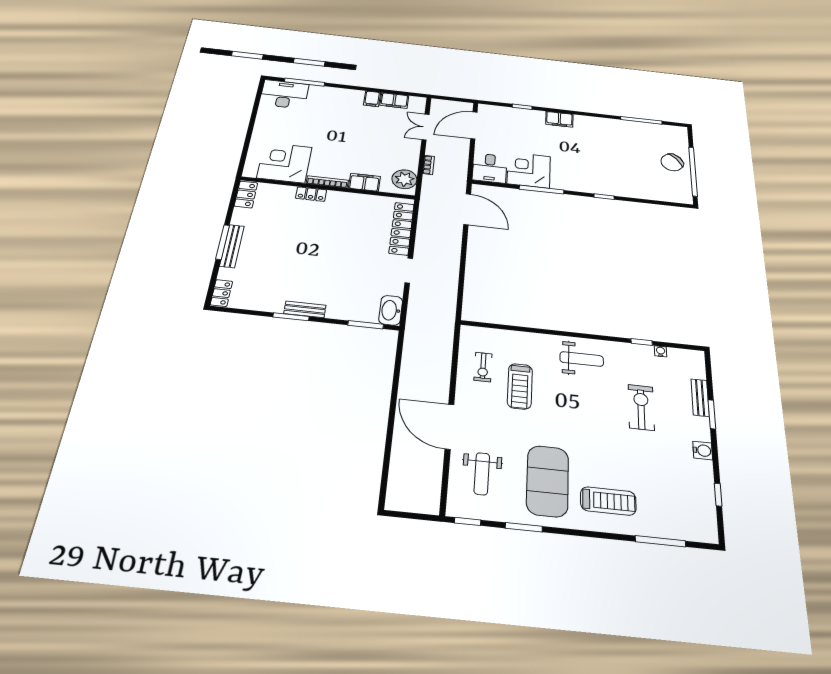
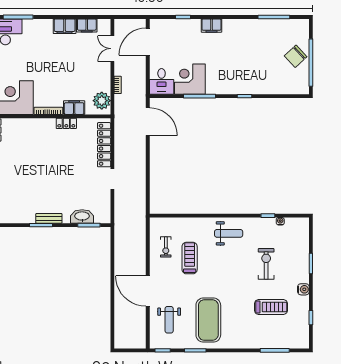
filing cabinet: (372, 99) -> (65, 26), width x2.00
locker: (311, 194) -> (66, 123), moved
washbasin: (391, 310) -> (82, 216), moved, turned 90
treadmill: (520, 386) -> (190, 258), turned 180
bench: (700, 398) -> (304, 252), removed
treadmill: (608, 501) -> (271, 307), moved

